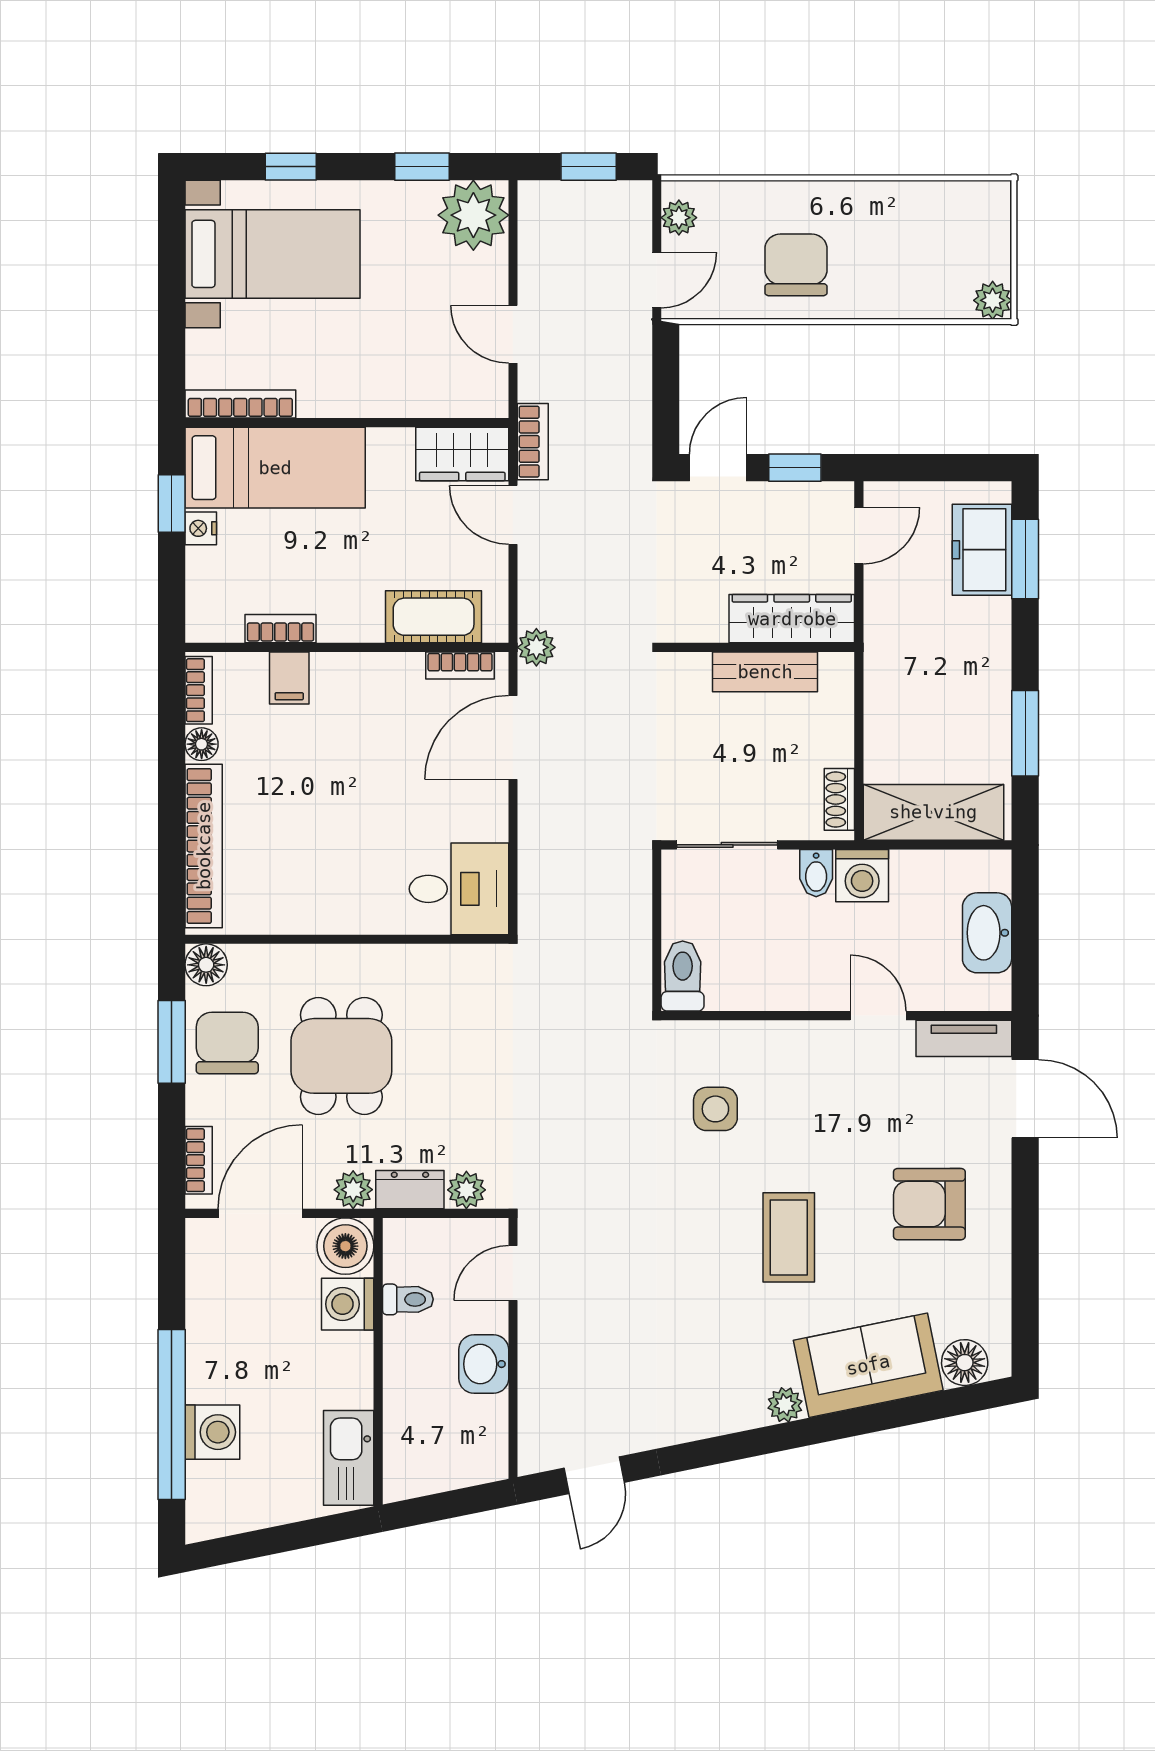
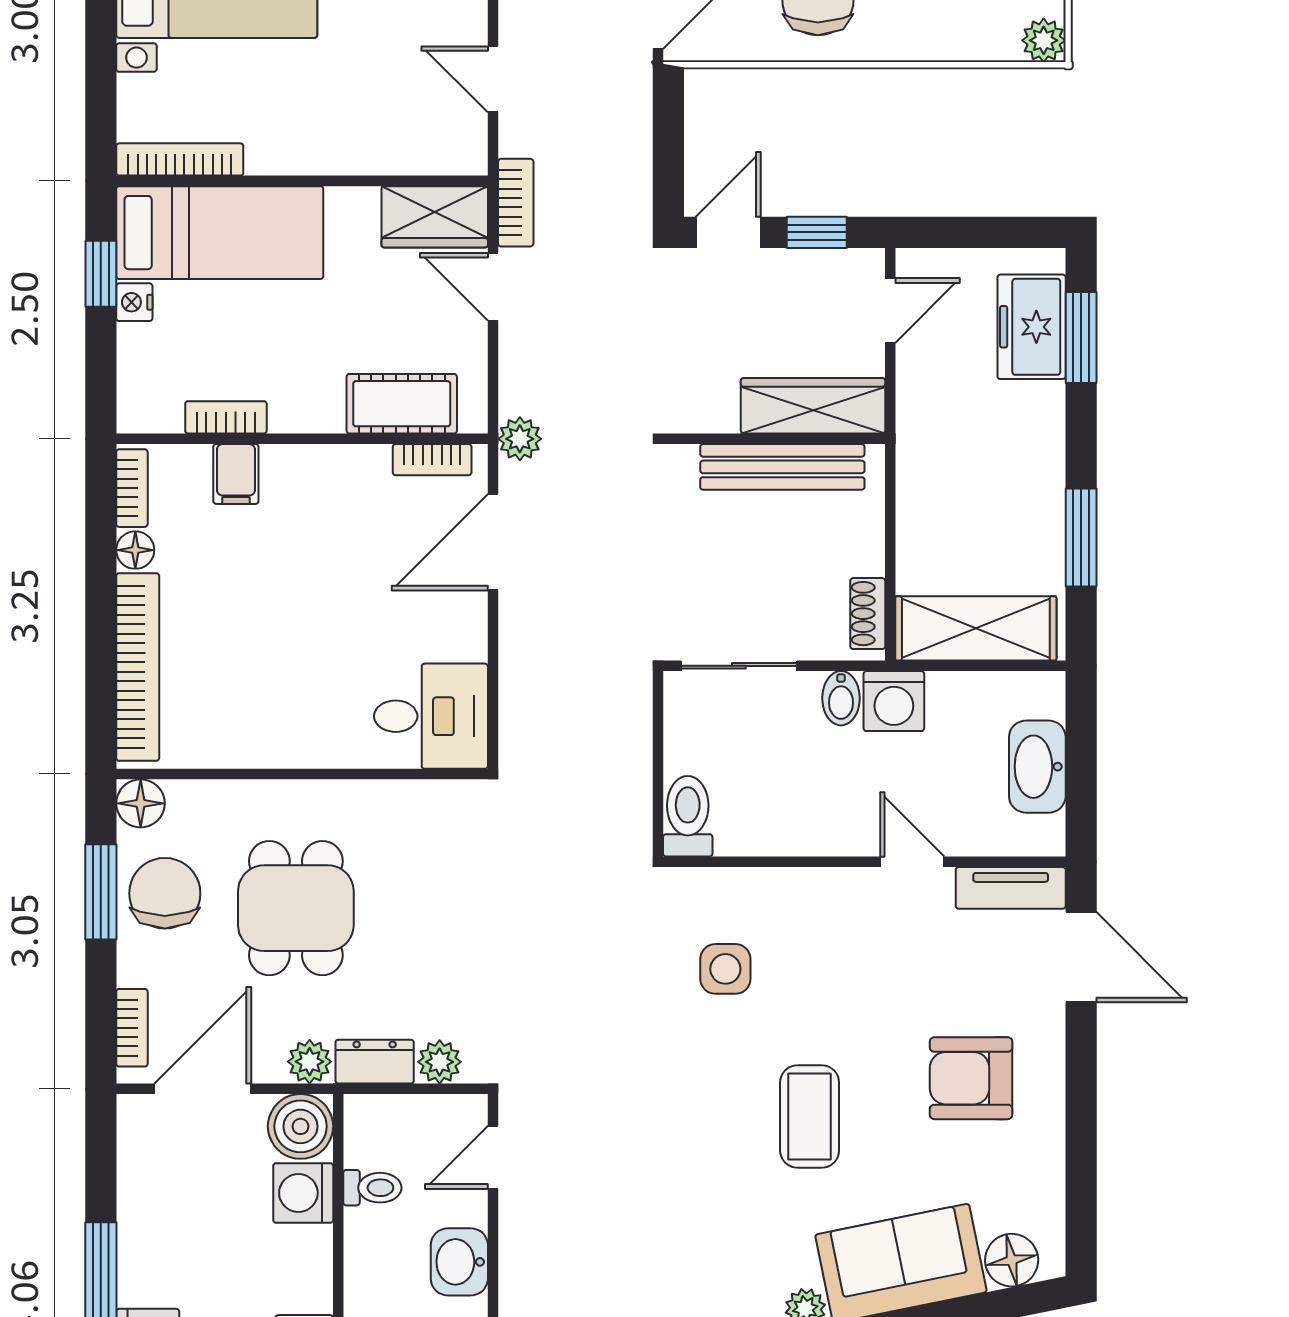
bench: (765, 672) -> (782, 467), width x1.36

